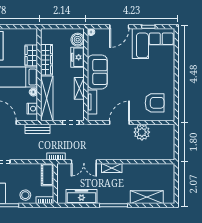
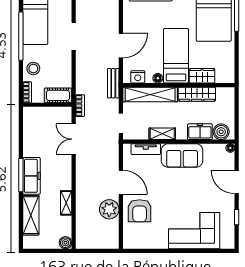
corner sofa: (153, 43) -> (194, 231), moved, turned 90
armchair: (155, 103) -> (140, 211), moved
shelving: (112, 168) -> (66, 203), moved
boiler: (169, 168) -> (65, 243), added
freezer: (81, 197) -> (32, 176), moved

